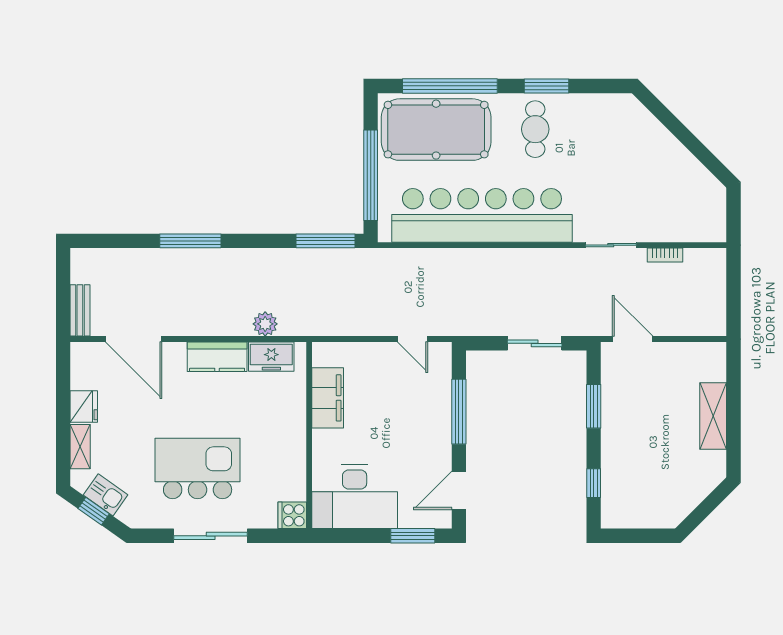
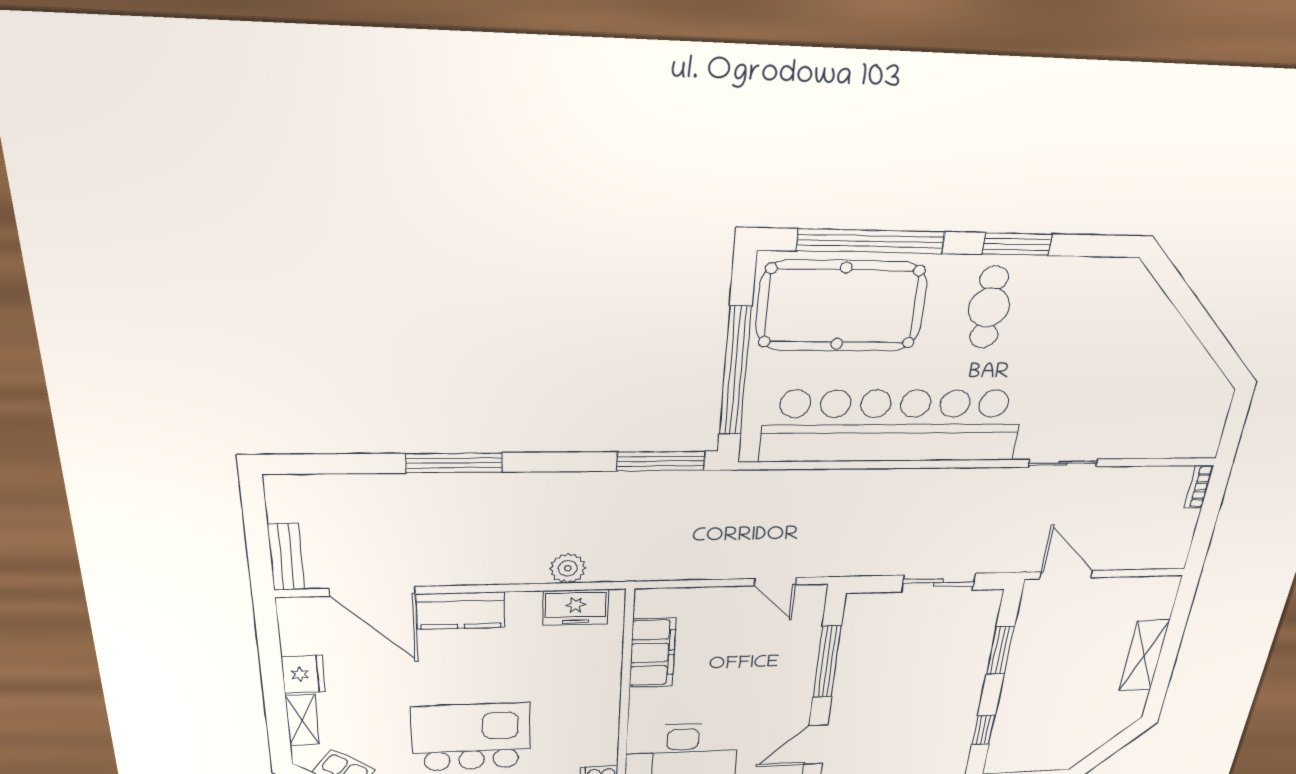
bookcase: (665, 255) -> (1199, 487), moved, turned 90
kitchen counter: (217, 357) -> (461, 611), moved

